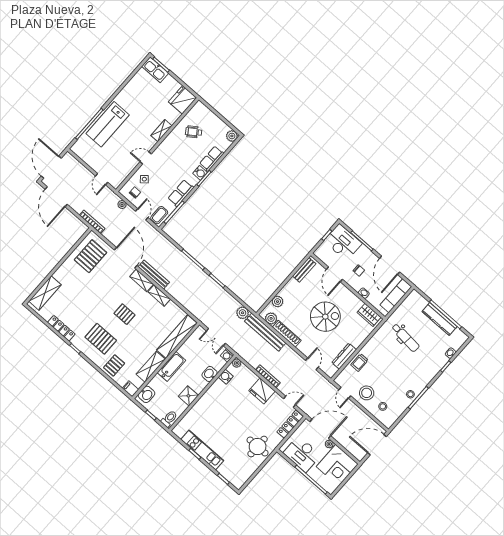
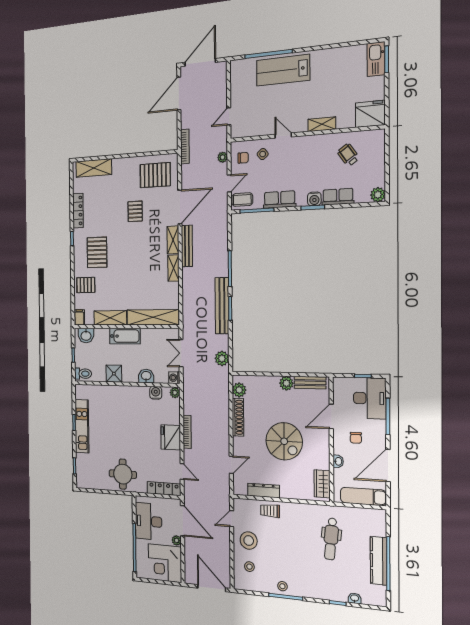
plant: (277, 302) -> (286, 383), moved
pallet: (125, 314) -> (135, 211), moved
bench: (265, 332) -> (222, 306), moved

